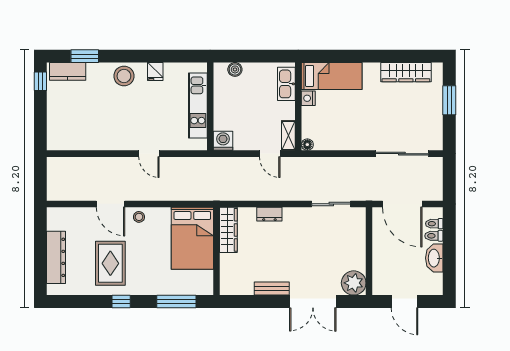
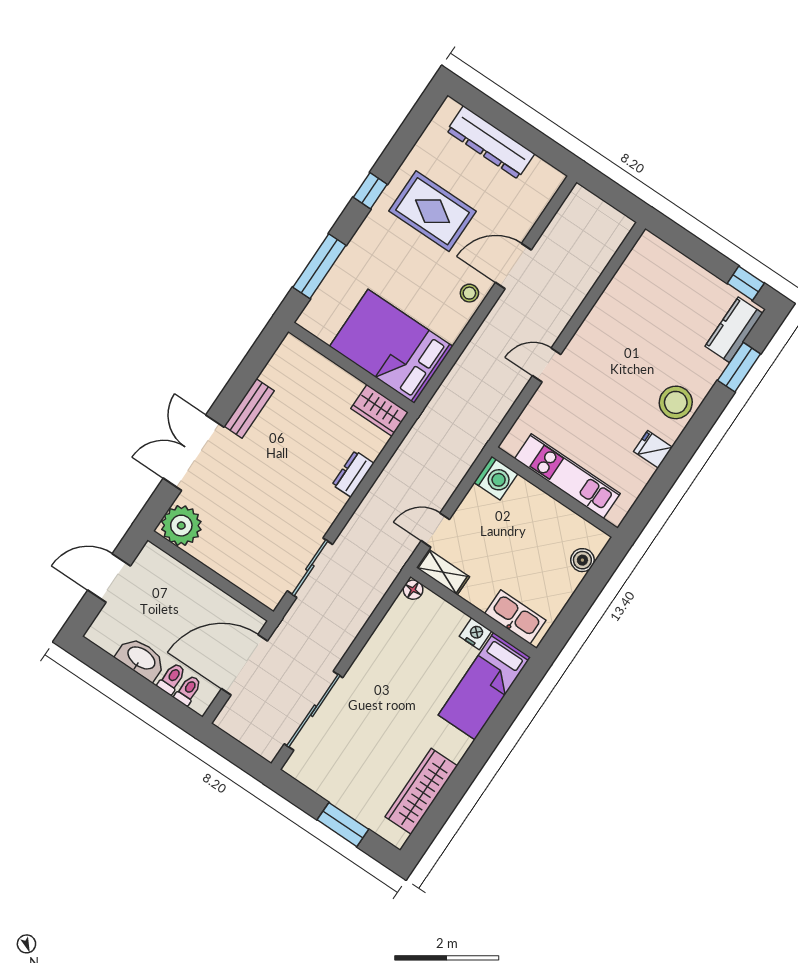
wardrobe: (228, 230) -> (380, 410), width x0.67

